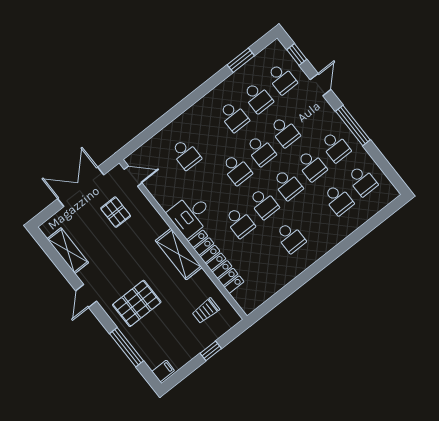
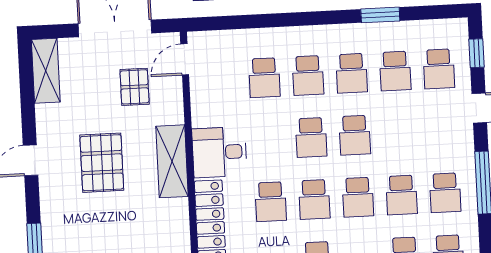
window: (241, 60) -> (380, 15), moved
school desk: (285, 132) -> (308, 75), moved
door: (133, 176) -> (185, 59), swing flipped
shelving: (68, 251) -> (46, 71), moved
shelving: (179, 254) -> (172, 161), moved
pallet: (137, 303) -> (102, 163), moved, turned 90

